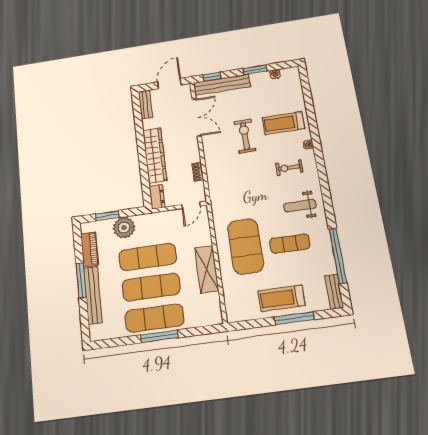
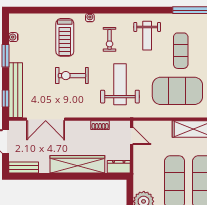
double door: (197, 118) -> (46, 119), swing flipped
weight bench: (243, 185) -> (120, 84), added

